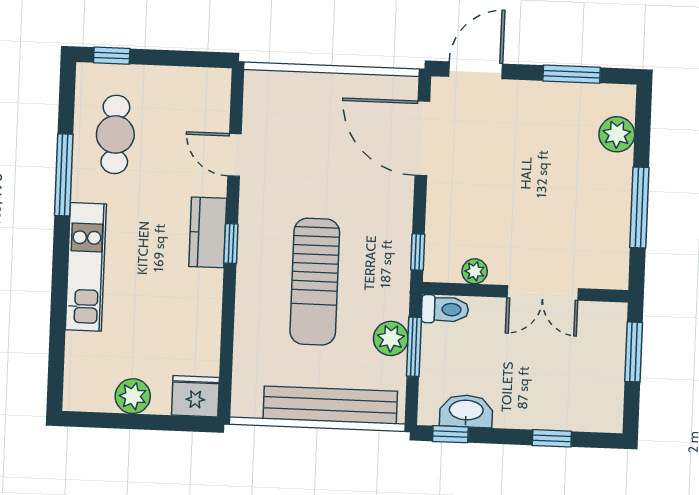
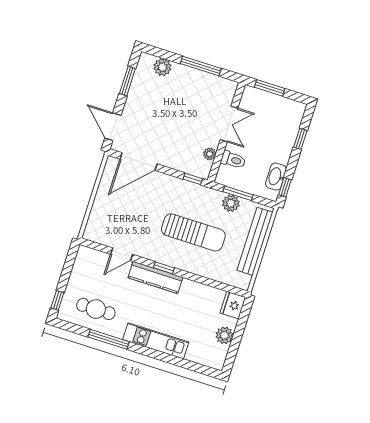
kitchen counter: (208, 232) -> (155, 278), width x1.50
toilet: (445, 309) -> (233, 160), moved, turned 90

